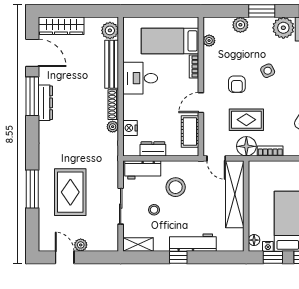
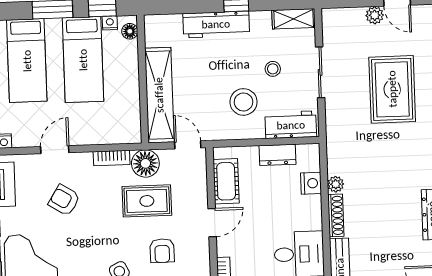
armchair: (237, 84) -> (162, 251), turned 180

